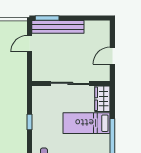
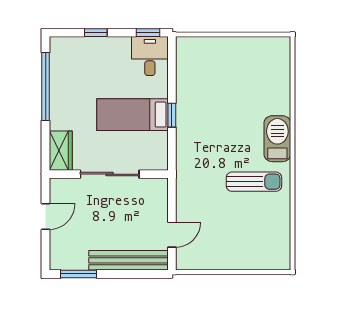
window: (47, 18) -> (78, 274), moved
bed: (86, 123) -> (132, 115), moved, turned 180

